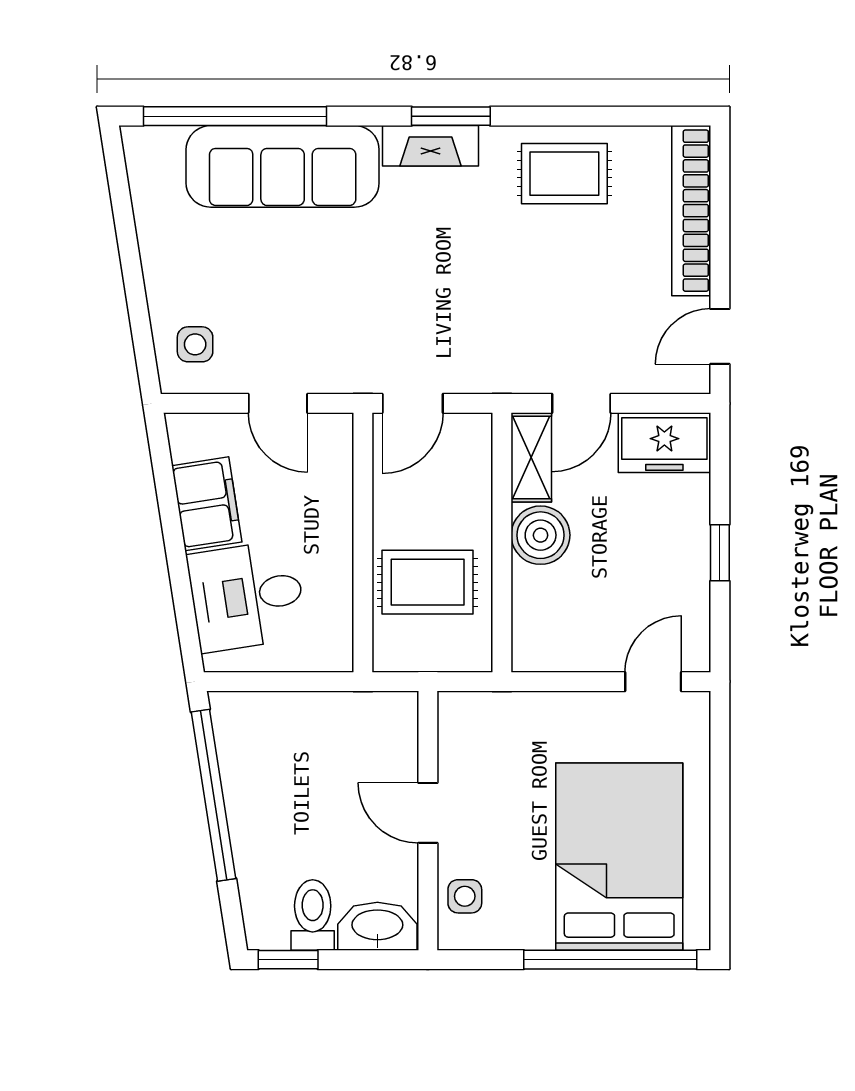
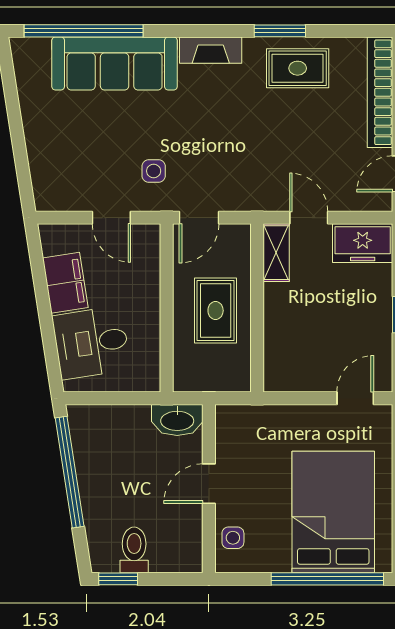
window: (451, 116) -> (280, 31), moved
side table: (195, 344) -> (154, 171), moved
door: (581, 403) -> (309, 218), swing flipped
boiler: (541, 535) -> (282, 303), removed
rug: (428, 582) -> (216, 311), moved, turned 90
door: (428, 813) -> (209, 484), hinge flipped
washbasin: (377, 926) -> (177, 420), moved, turned 180

